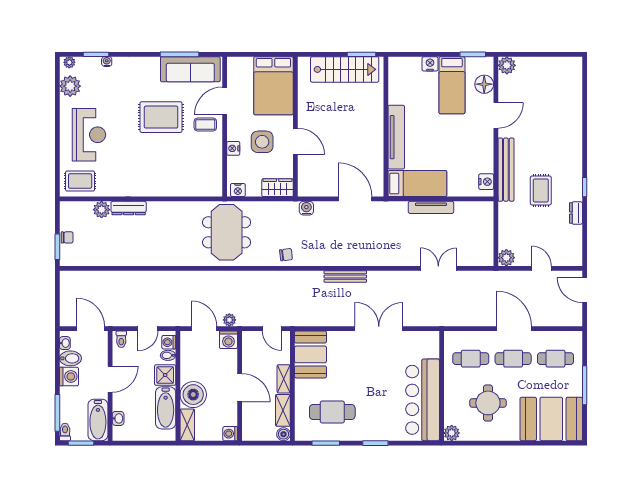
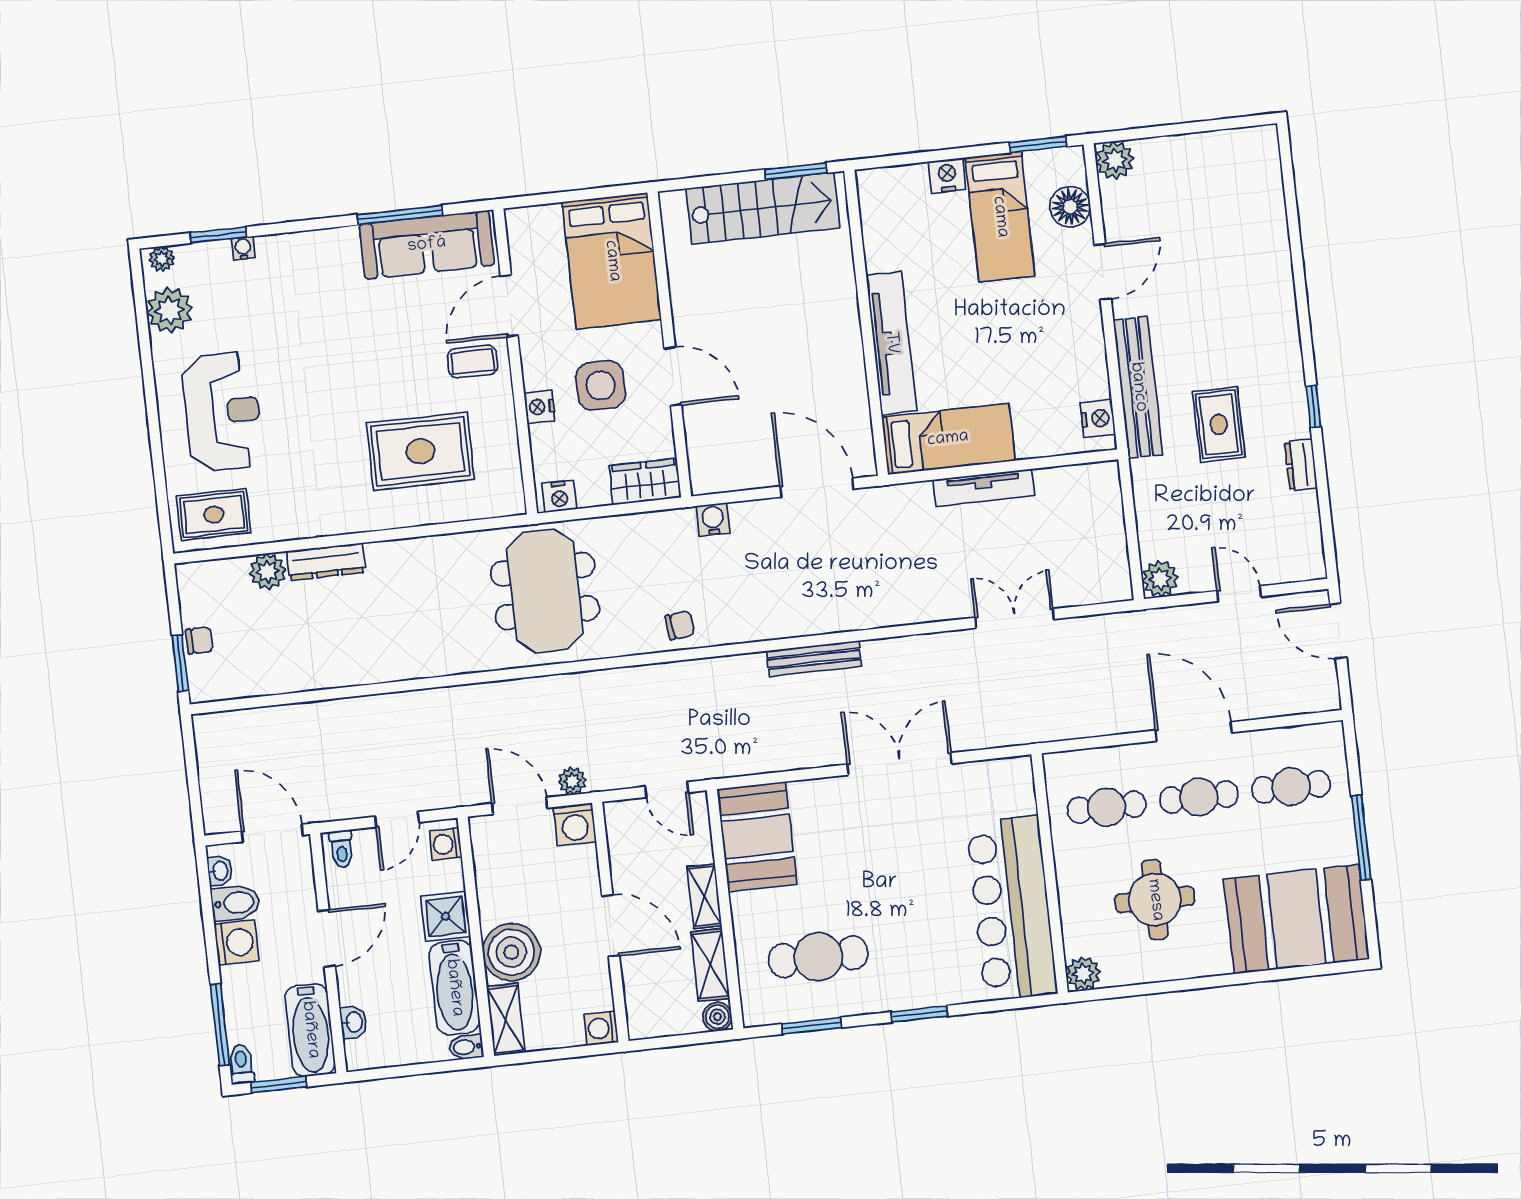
rug: (161, 117) -> (420, 451), moved
bidet: (168, 355) -> (466, 1047), moved

